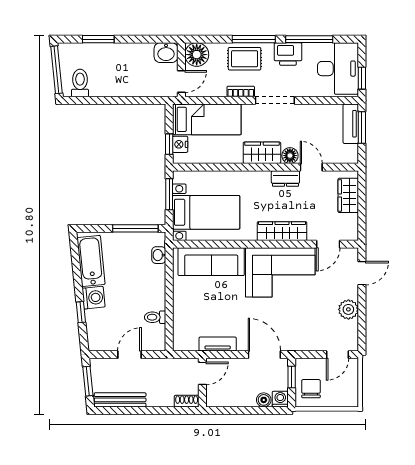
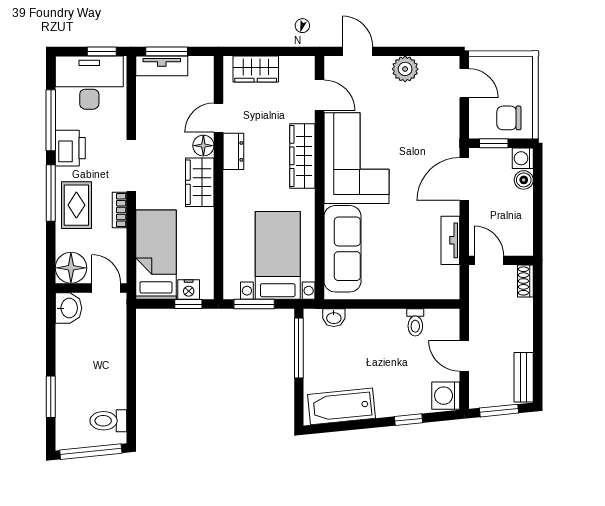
washing machine: (94, 298) -> (446, 396), moved, turned -84
bench: (120, 400) -> (524, 377), width x0.73

